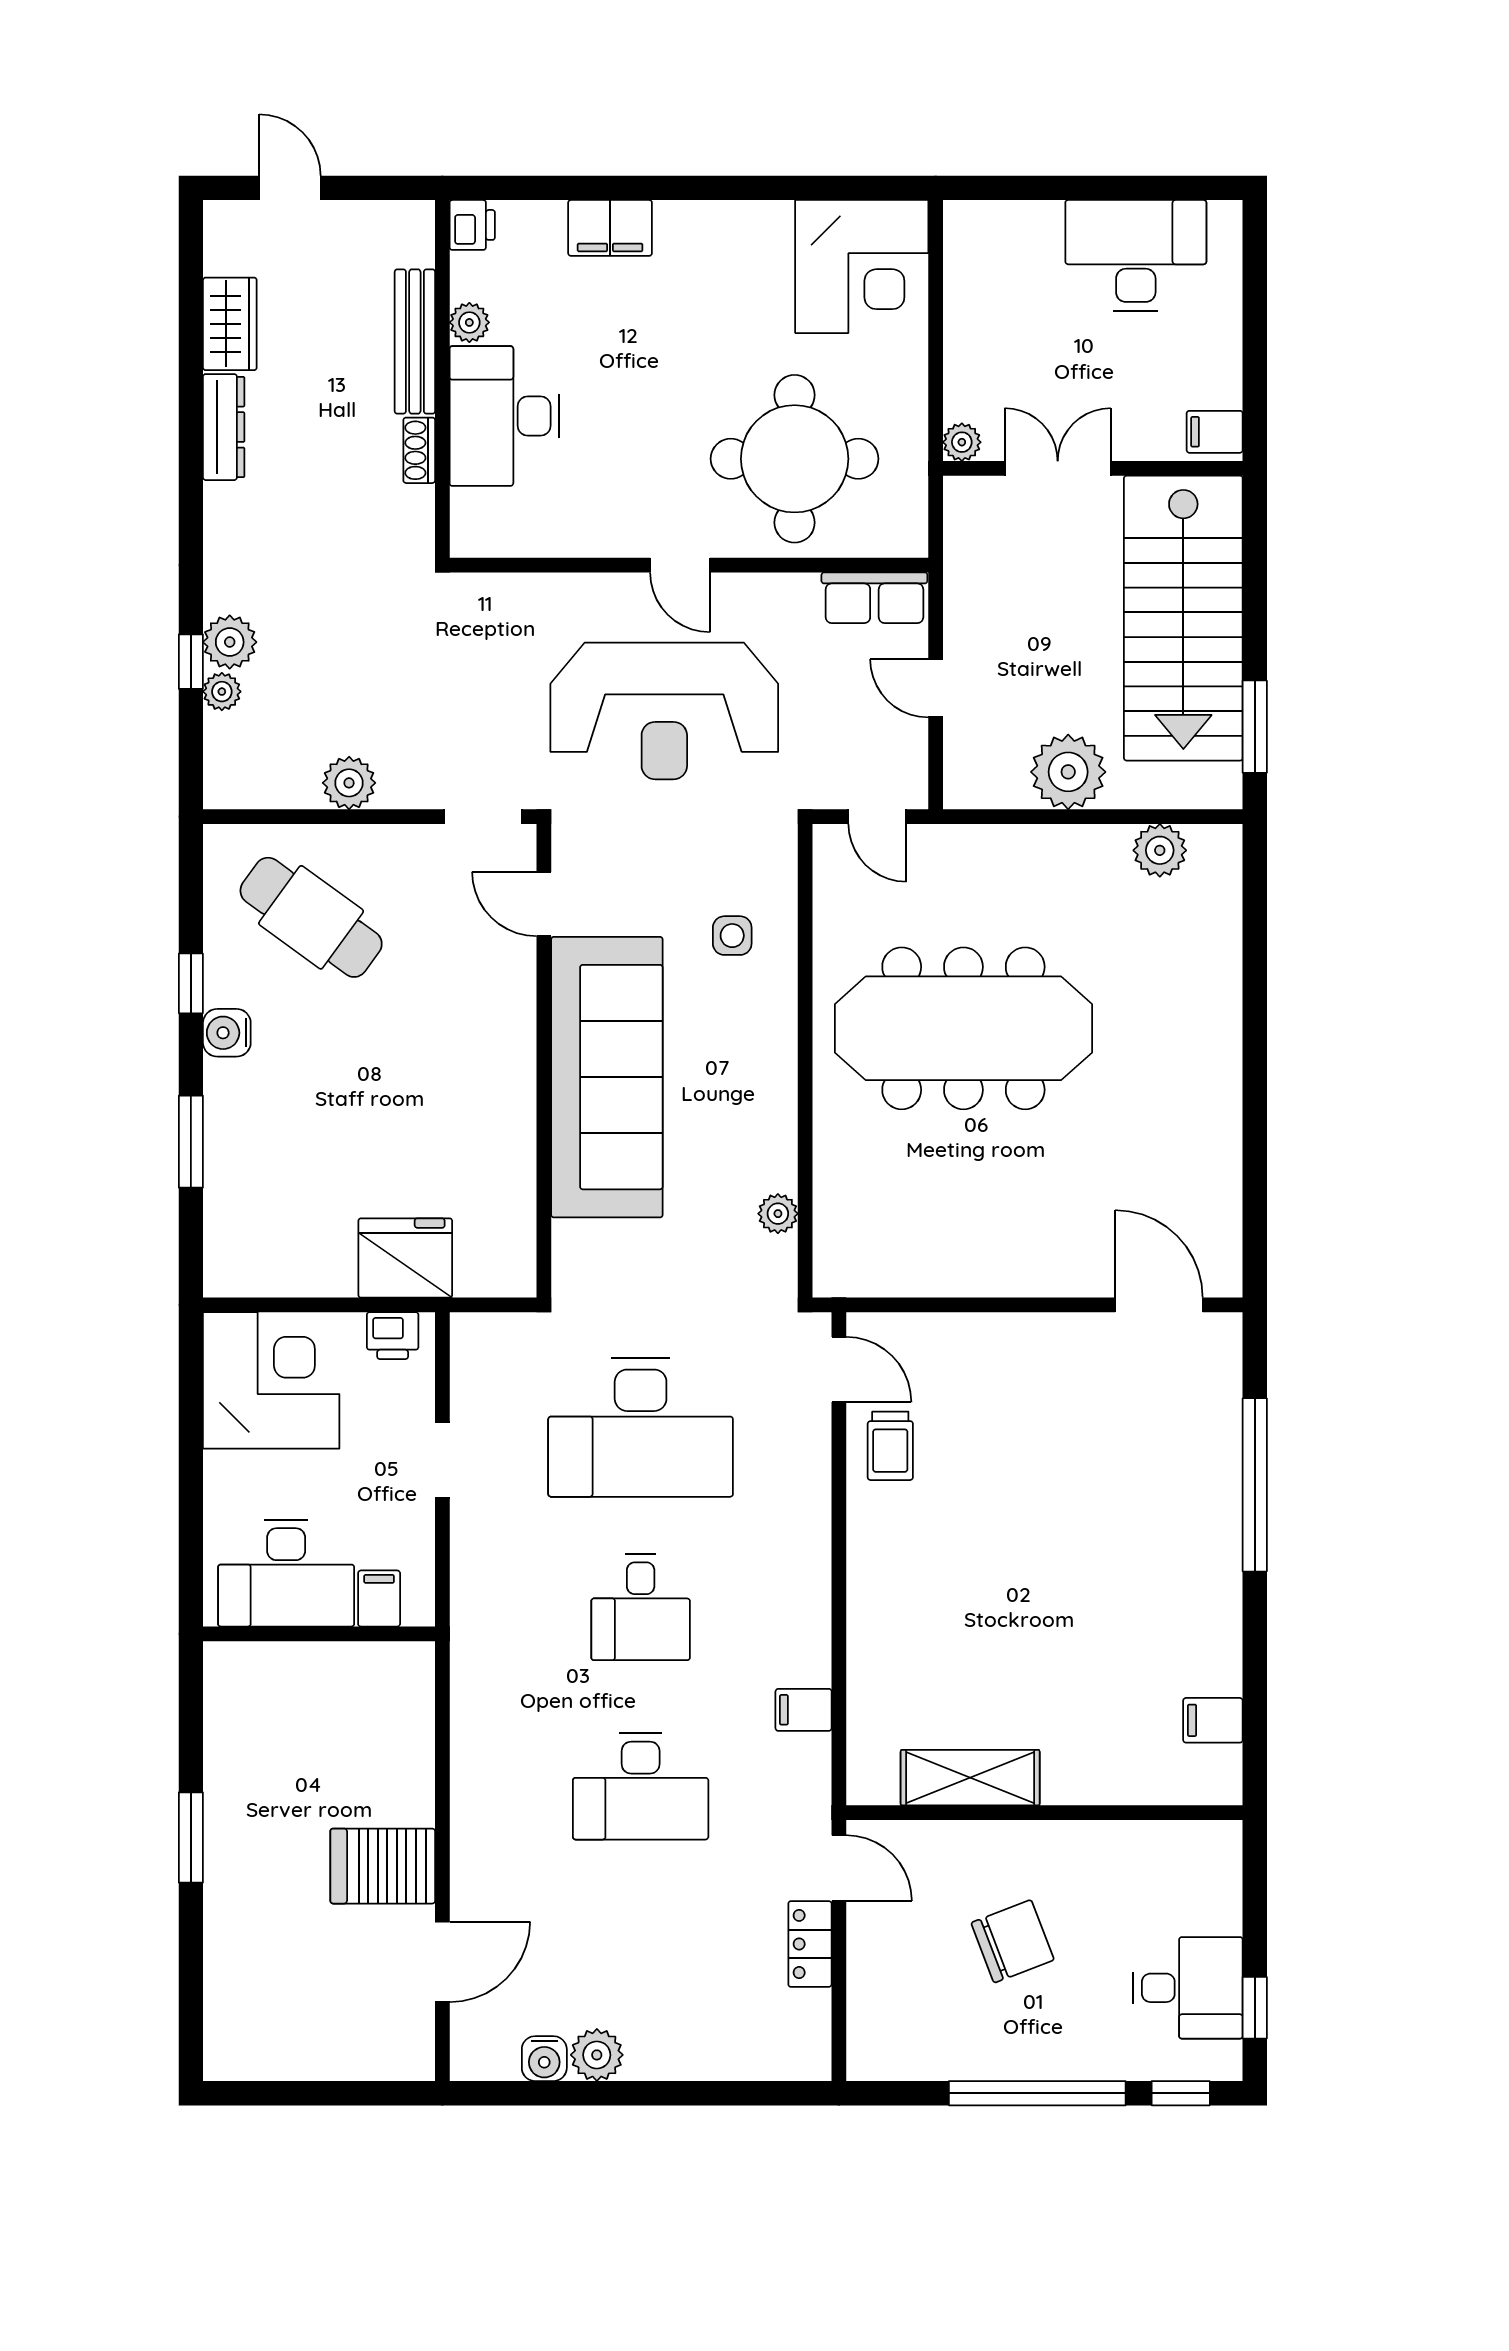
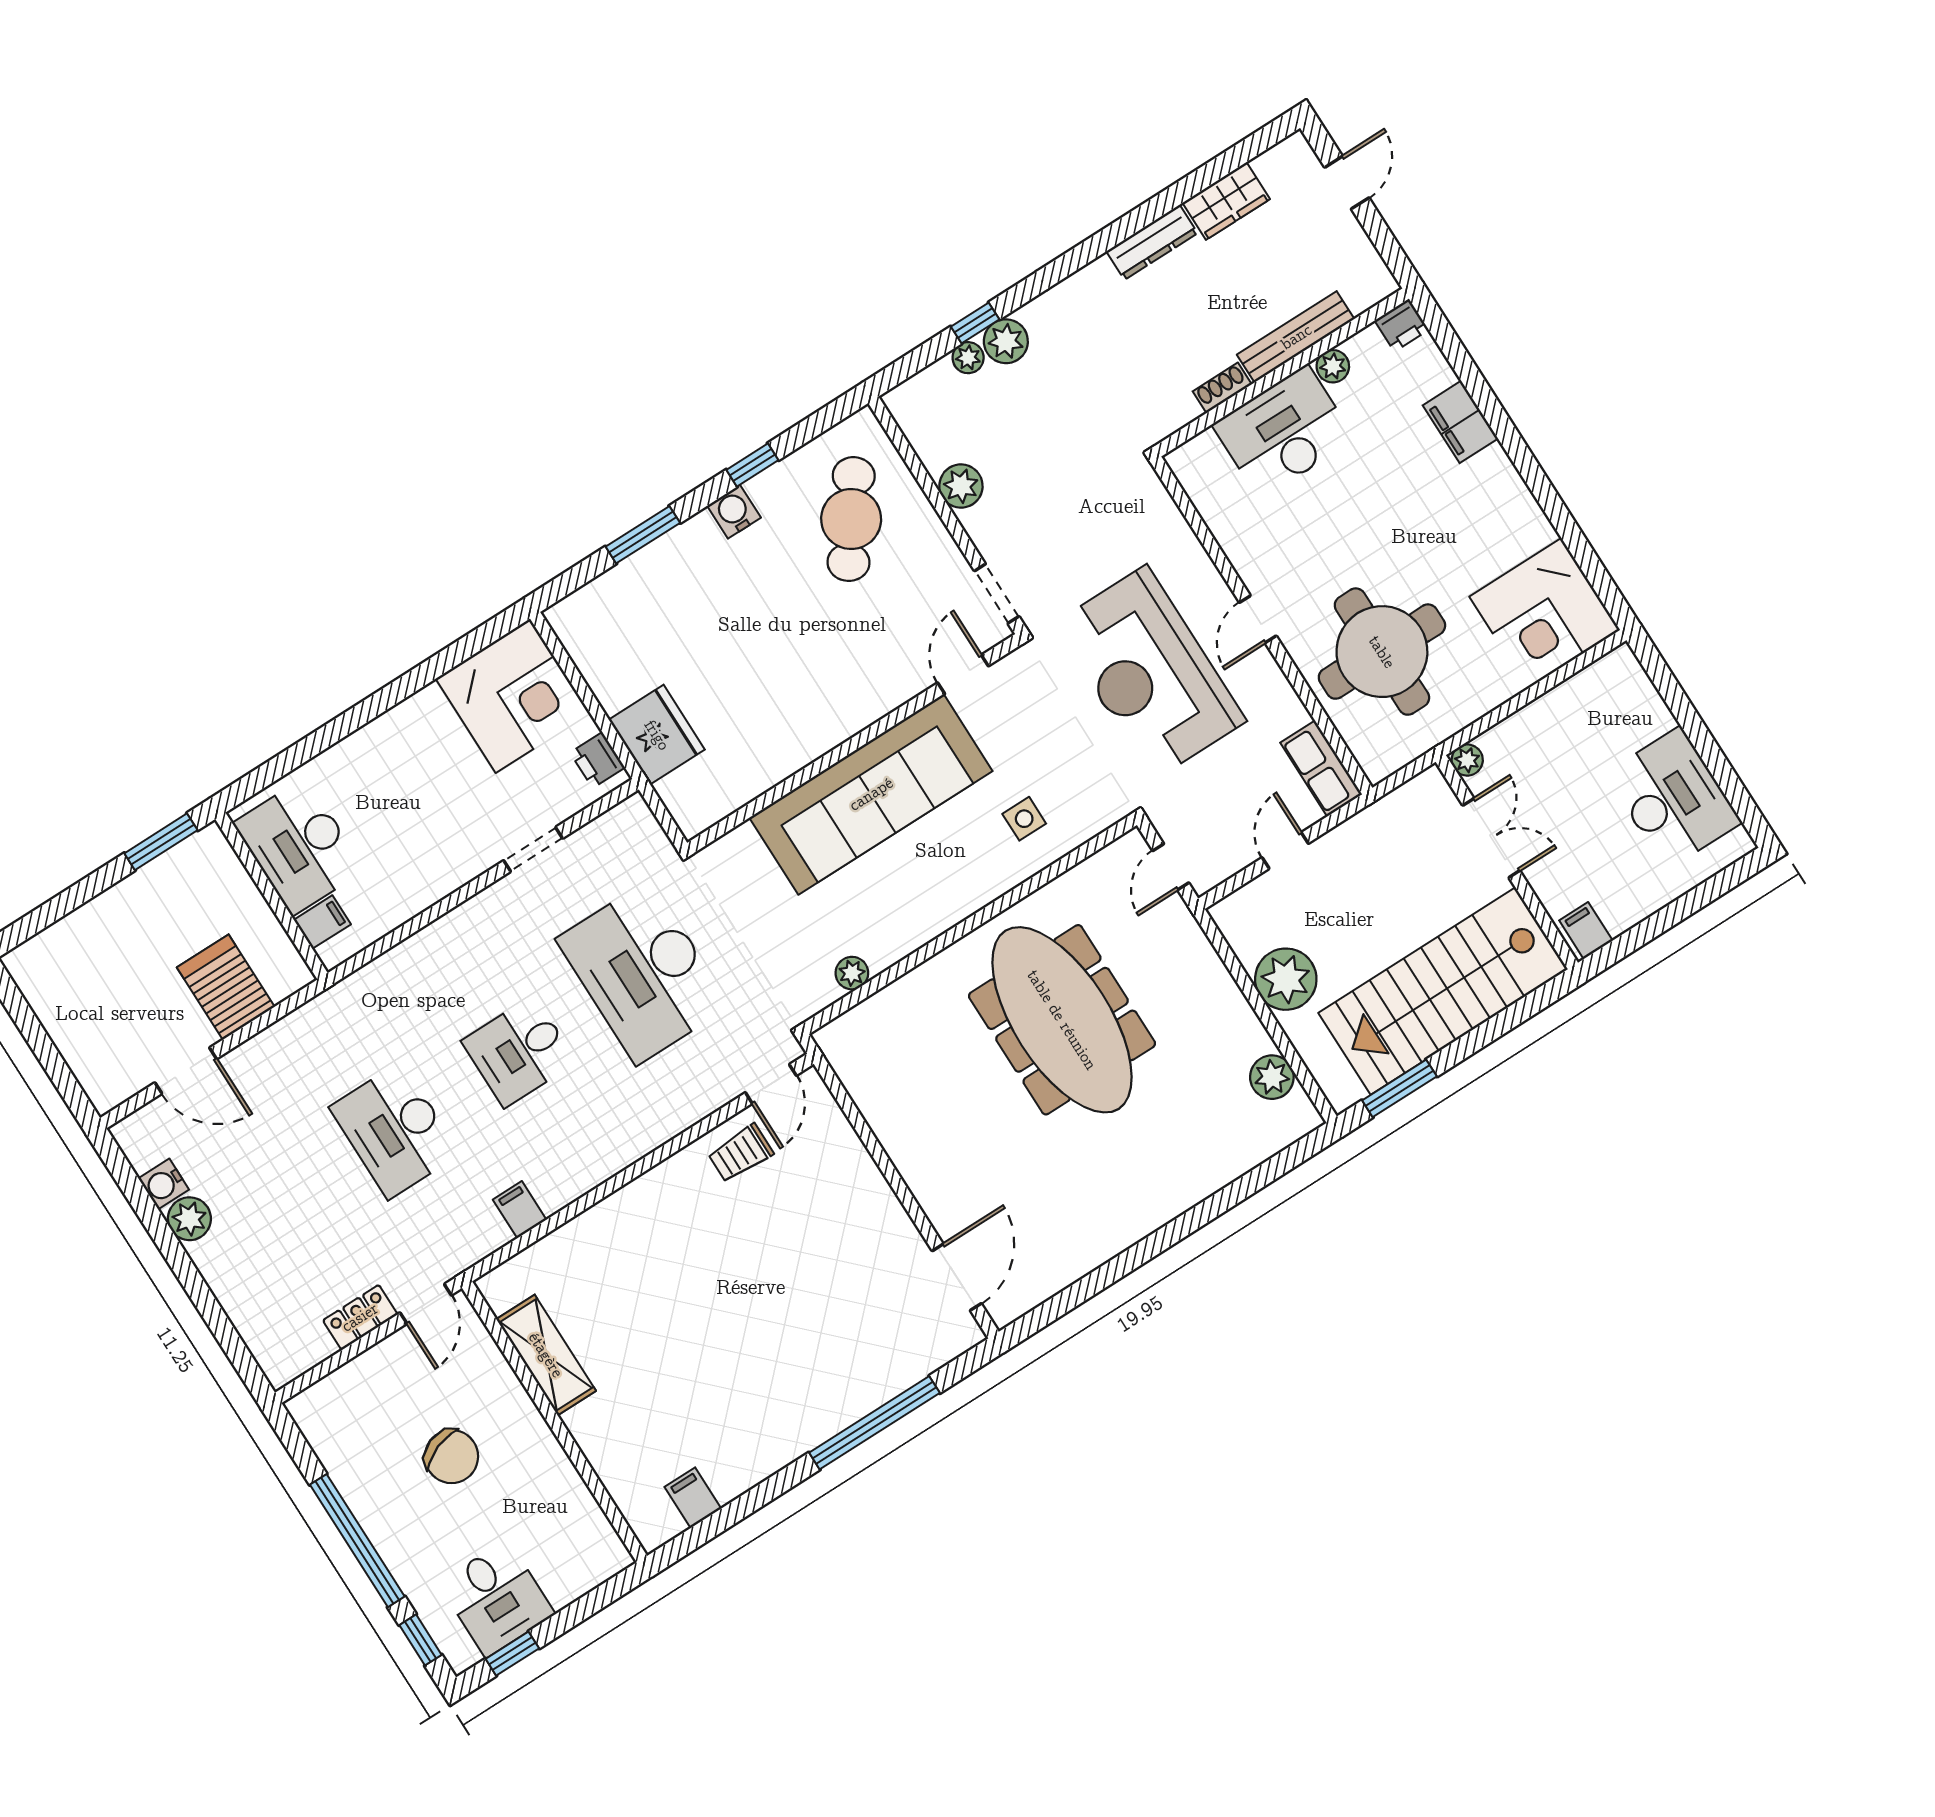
desk: (286, 1573) -> (299, 846), moved
filing cabinet: (379, 1599) -> (322, 922), moved
wall: (319, 1634) -> (271, 896), moved

